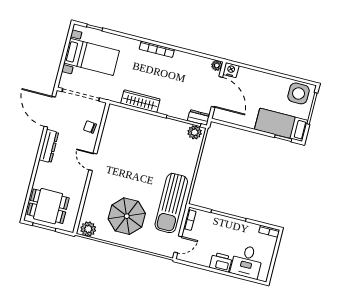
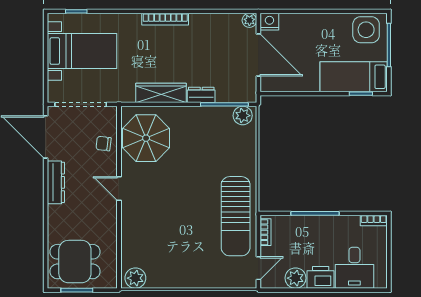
dresser: (199, 118) -> (201, 95), moved
parasol: (127, 216) -> (146, 138), moved
plant: (203, 258) -> (295, 278), added

